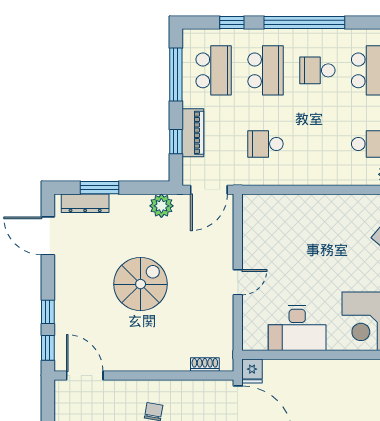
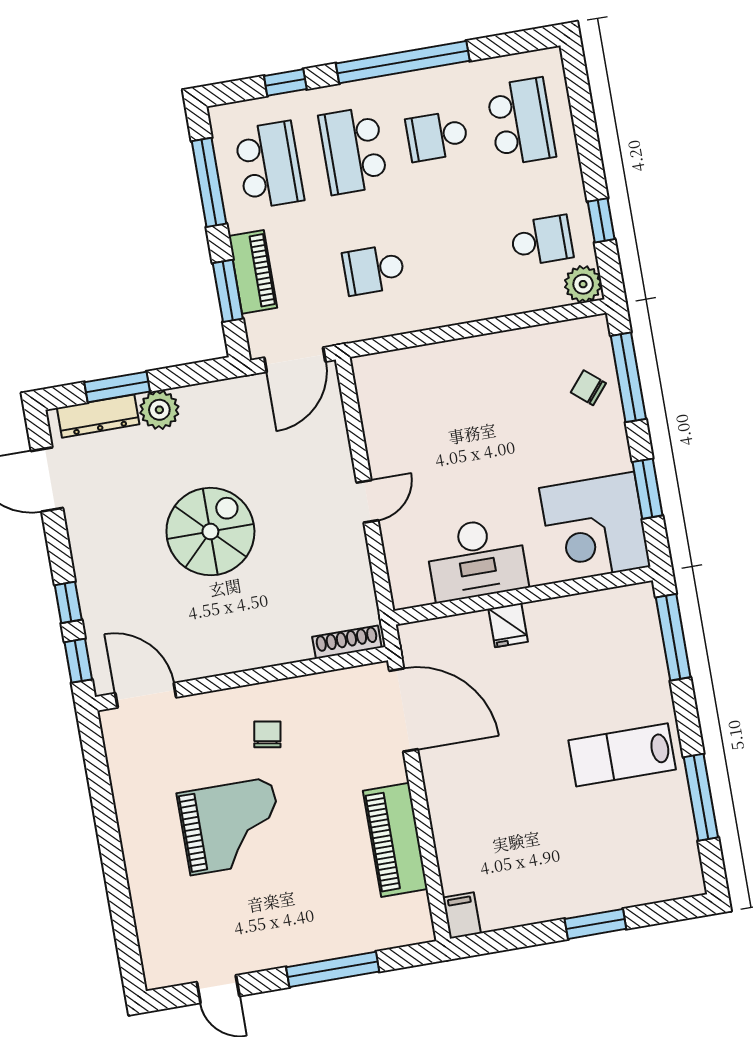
school desk: (266, 70) -> (353, 151), turned 180
window: (176, 142) -> (228, 291), width x1.50
plant: (161, 206) -> (159, 410), moved
shoe rack: (205, 364) -> (347, 642), width x1.43
fridge: (252, 371) -> (508, 625), moved

